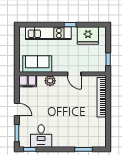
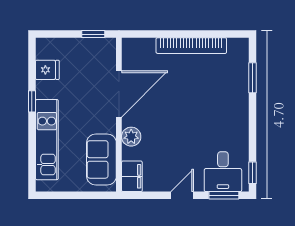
fridge: (88, 36) -> (47, 70), width x0.53, depth x0.75
door: (74, 74) -> (119, 94), width x1.87
bookcase: (102, 97) -> (191, 46), moved
desk: (41, 136) -> (223, 172), moved, turned 90

